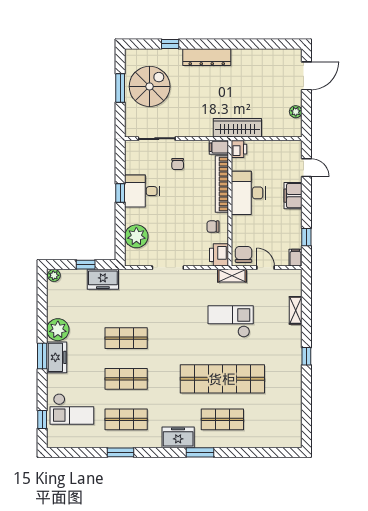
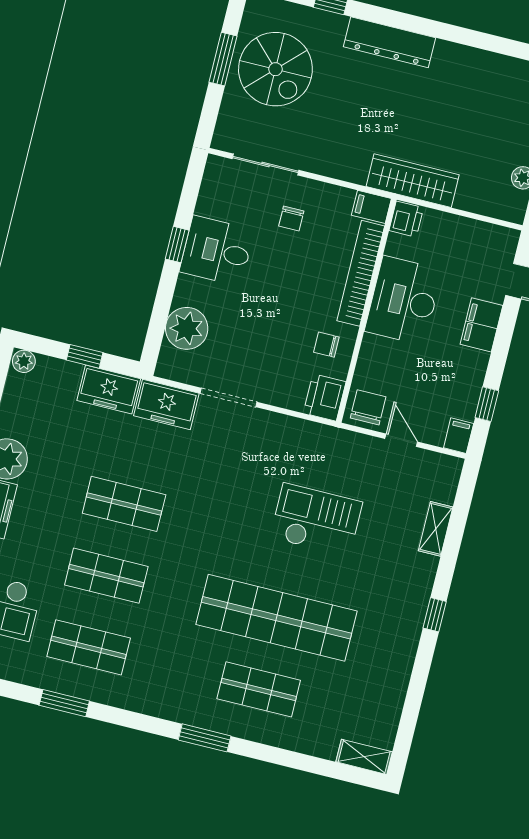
spiral stairs: (150, 86) -> (275, 69), turned 90
shelving: (232, 276) -> (364, 757), moved
freezer: (178, 437) -> (166, 404), moved, turned 180

